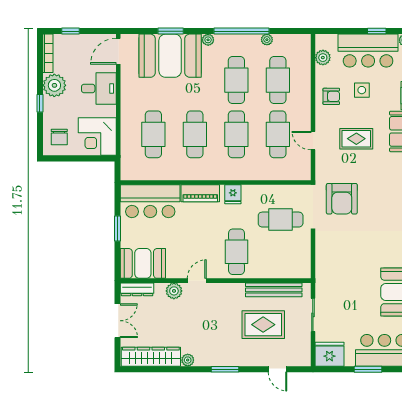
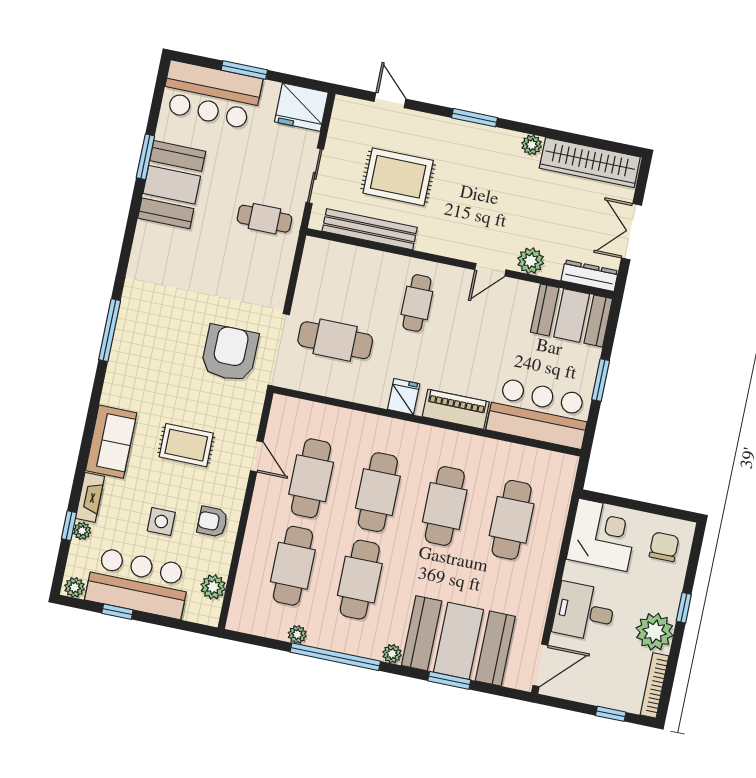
cafe table: (237, 252) -> (417, 303), width x0.73, depth x0.74
cafe table: (338, 283) -> (264, 219), added

